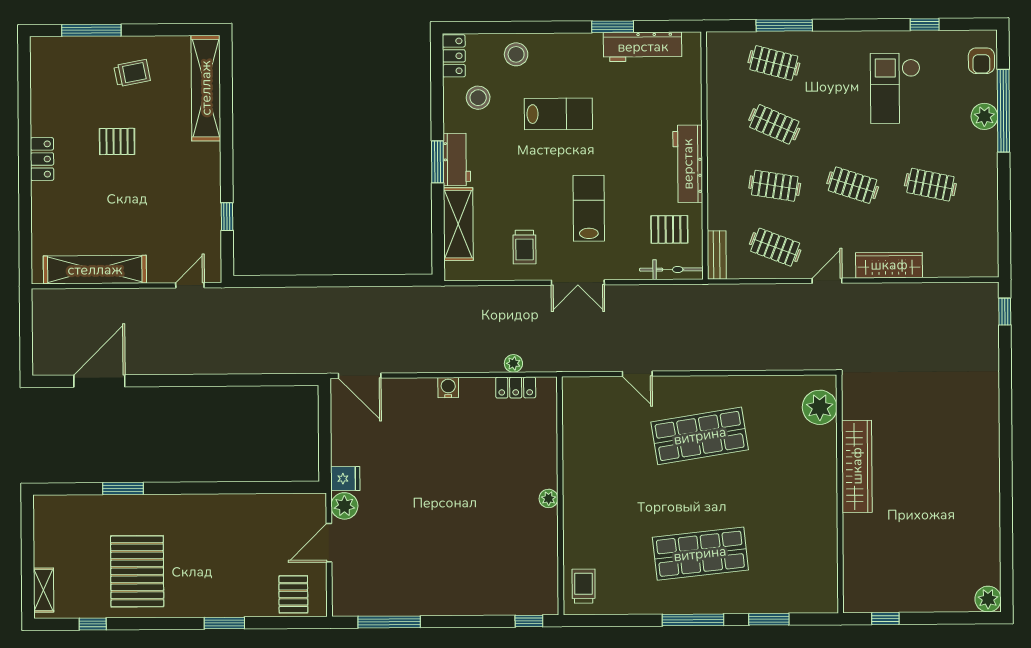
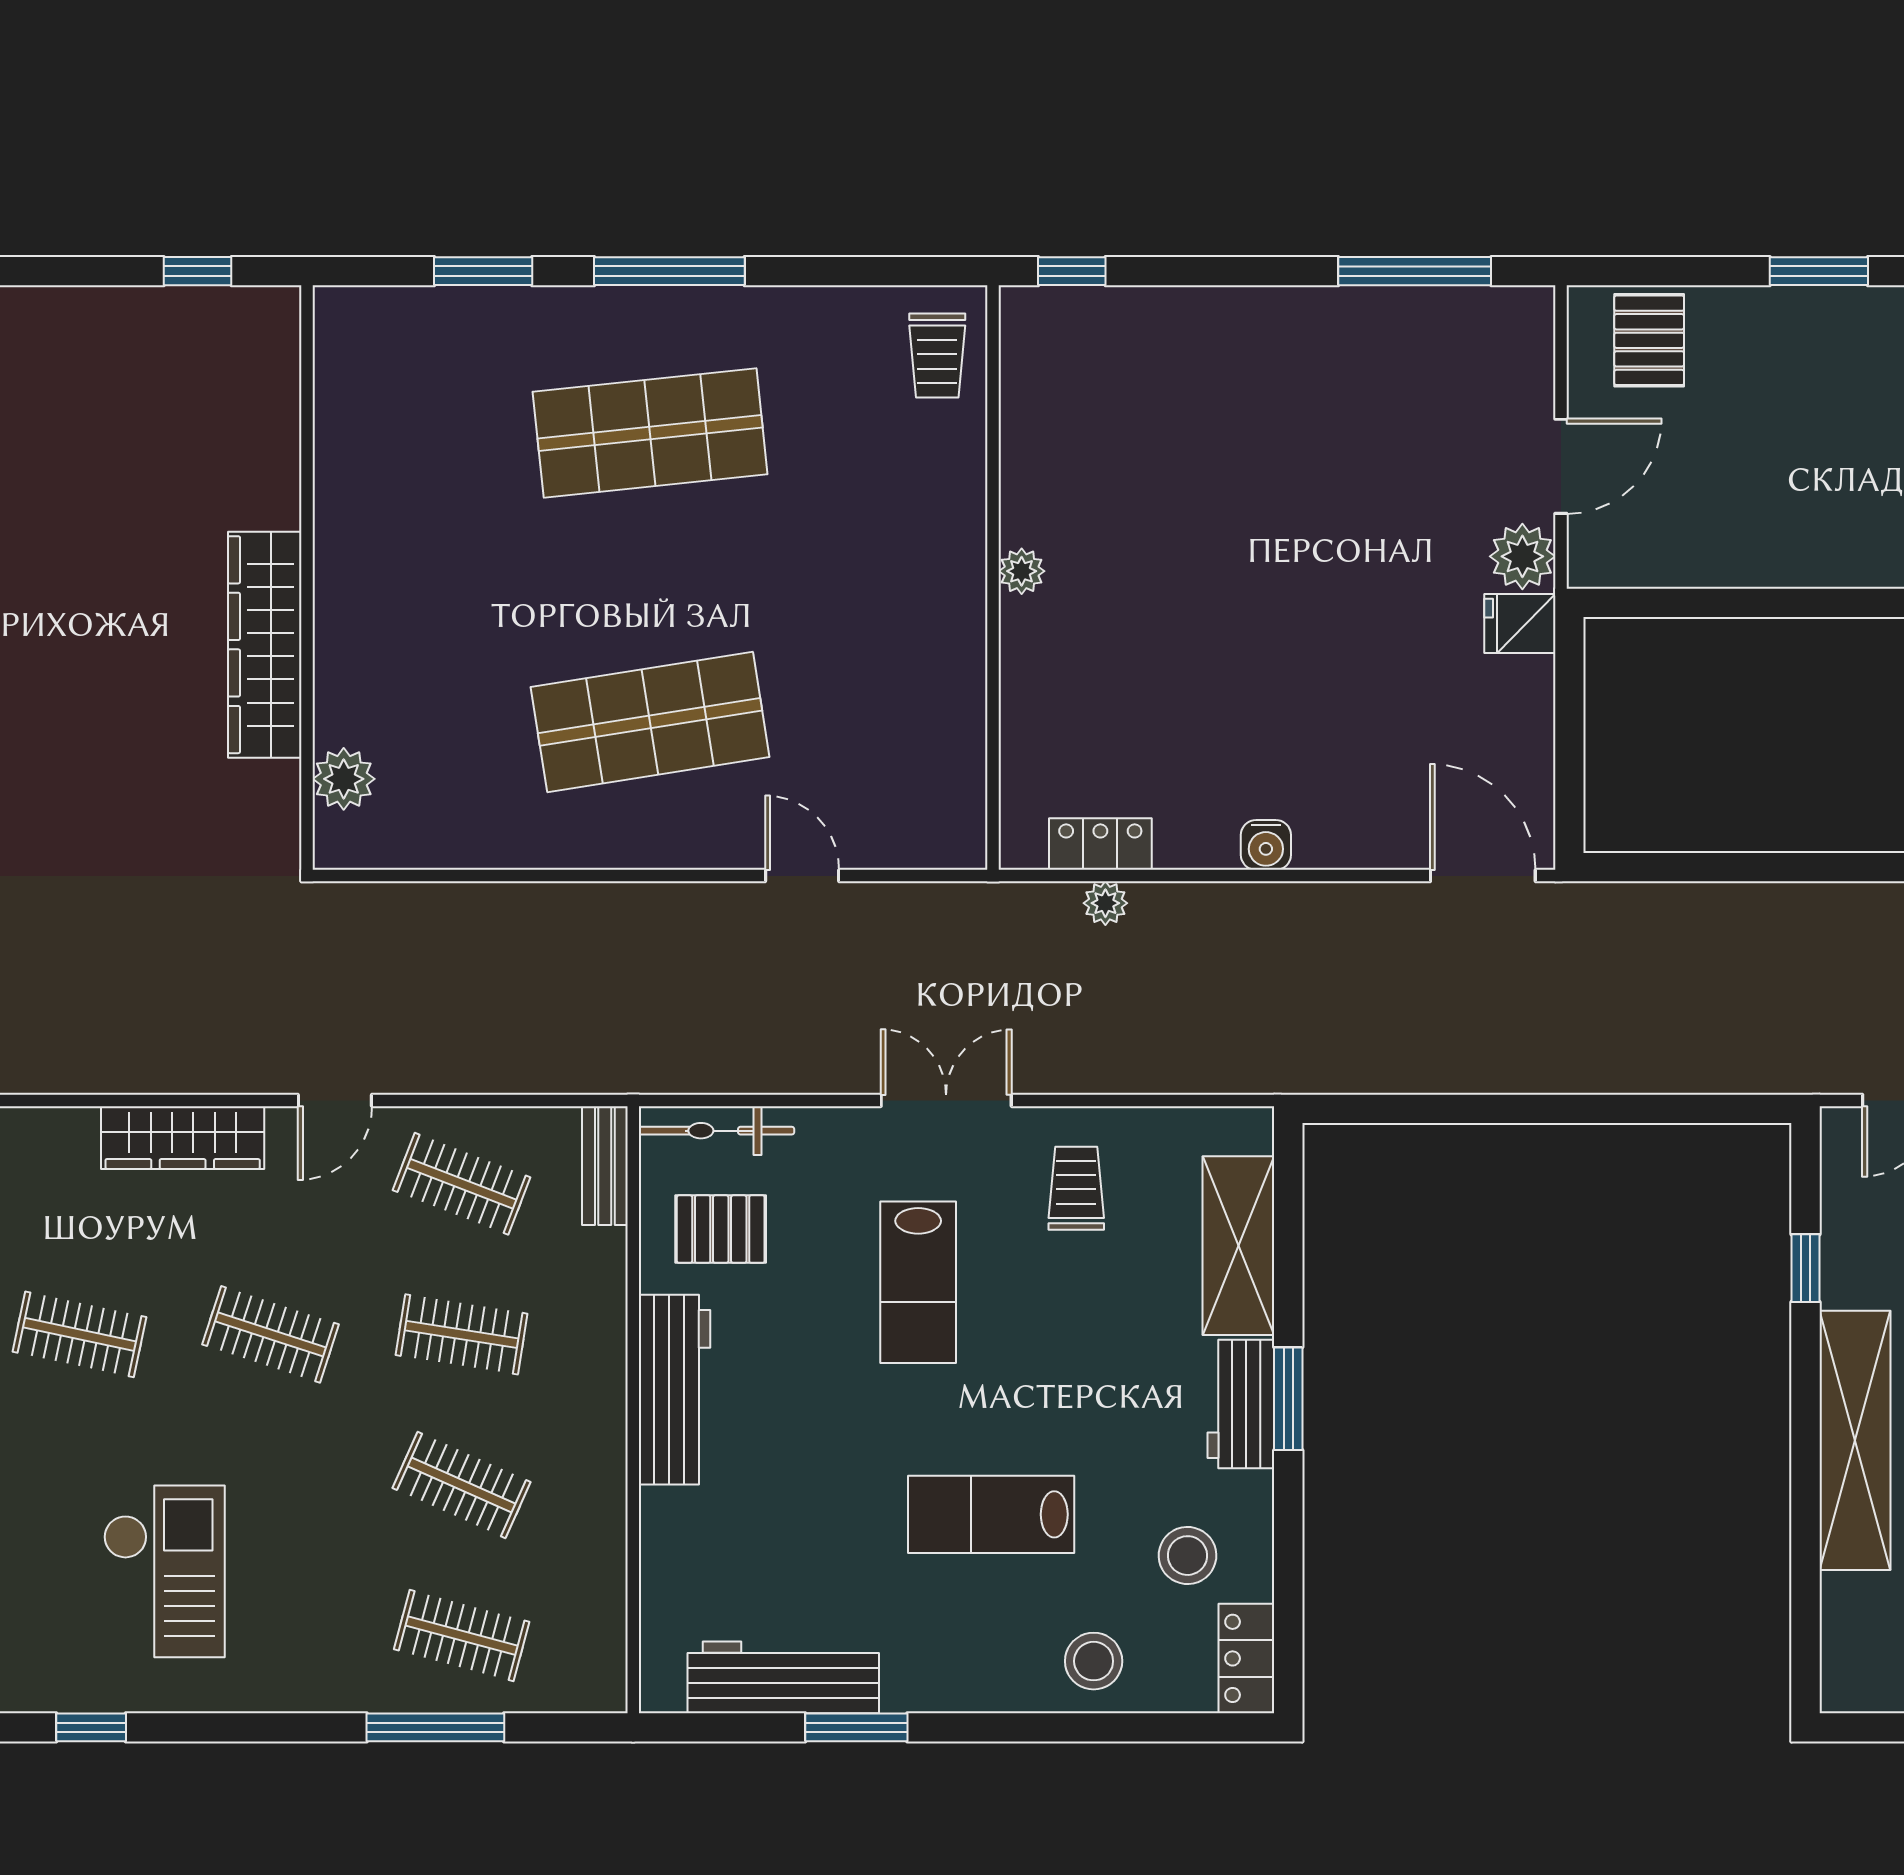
shelving: (206, 88) -> (1855, 1440), moved
plant: (820, 407) -> (344, 779), width x0.73, depth x0.73

